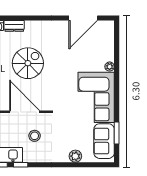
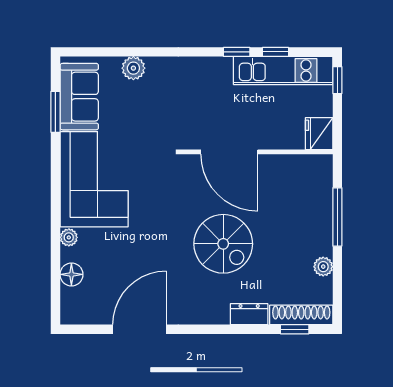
door: (83, 18) -> (140, 329), moved
floor lamp: (108, 47) -> (71, 274), added
spiral stairs: (28, 63) -> (223, 244), turned -90
stool: (35, 136) -> (211, 107), removed

